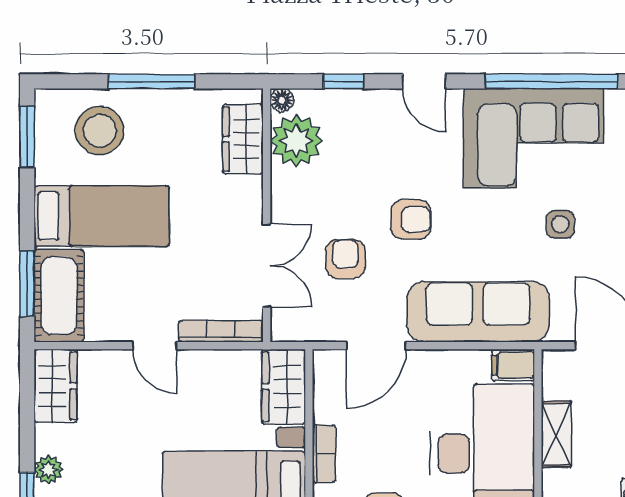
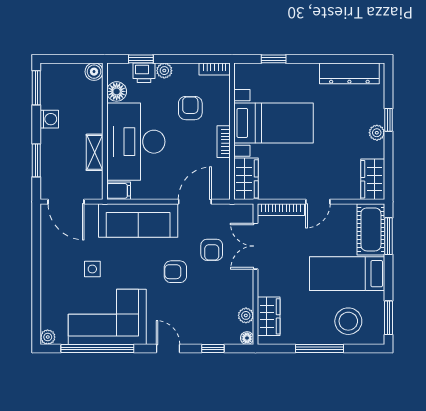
plant: (296, 141) -> (246, 315), width x0.53, depth x0.53
door: (155, 346) -> (318, 202), swing flipped

